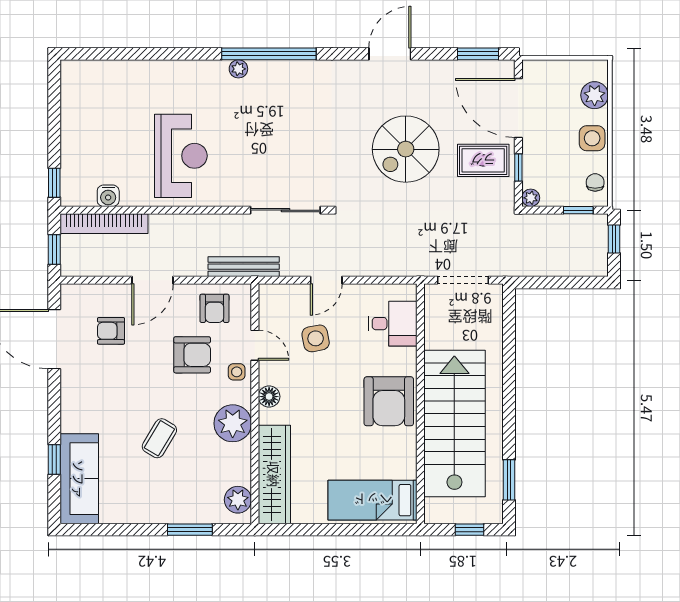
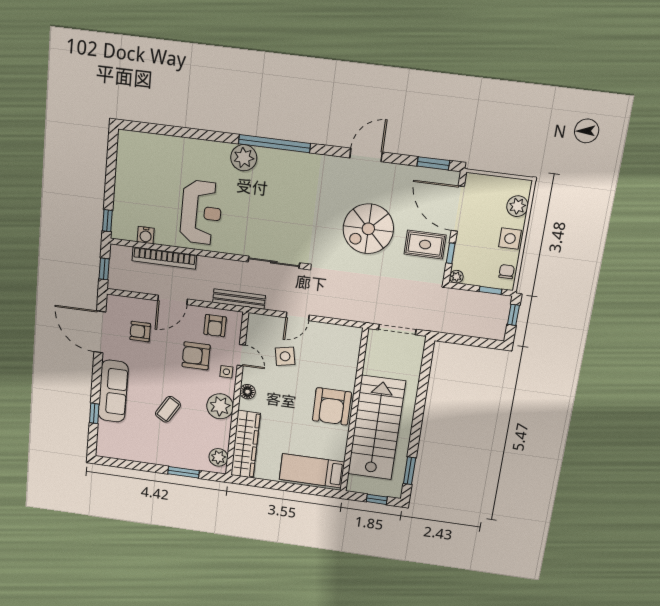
plant: (238, 69) -> (244, 158), width x1.87, depth x1.87
bookcase: (104, 224) -> (164, 258), moved
desk: (393, 324) -> (342, 353), removed
armchair: (192, 355) -> (196, 356), turned 180
sofa: (79, 479) -> (113, 391), moved

